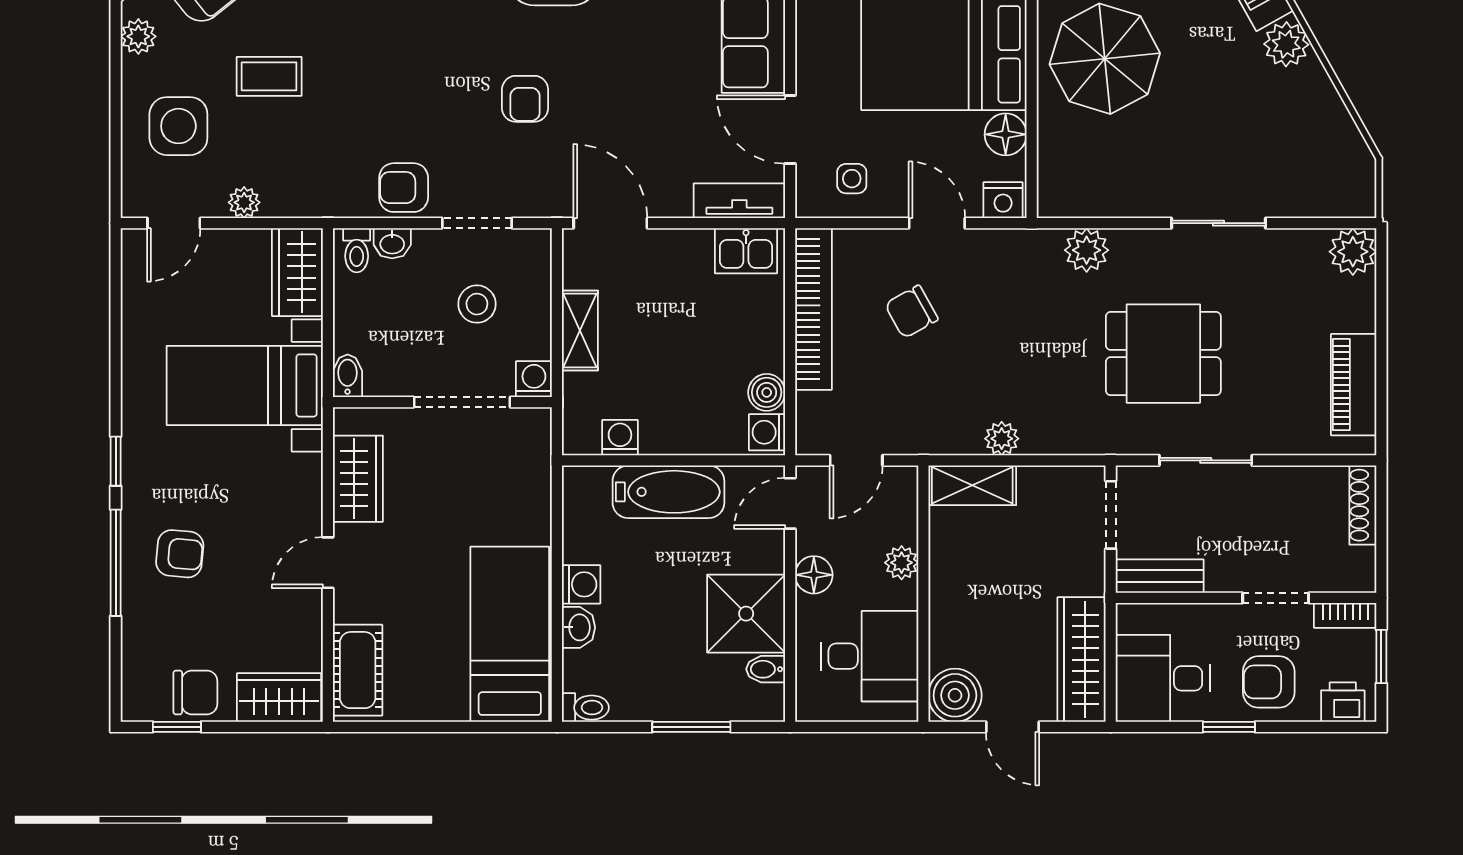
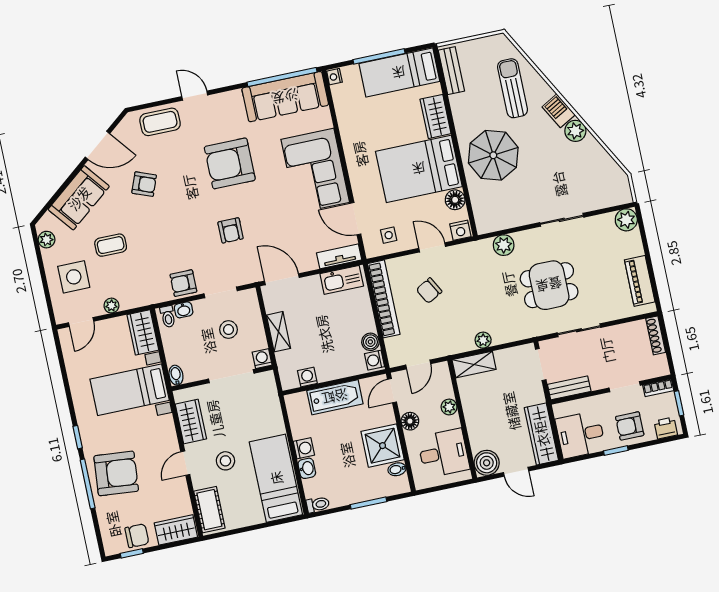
kitchen sink: (746, 251) -> (342, 280), width x1.38
armchair: (180, 554) -> (116, 473), width x1.88, depth x1.88
stool: (413, 576) -> (225, 461), added

